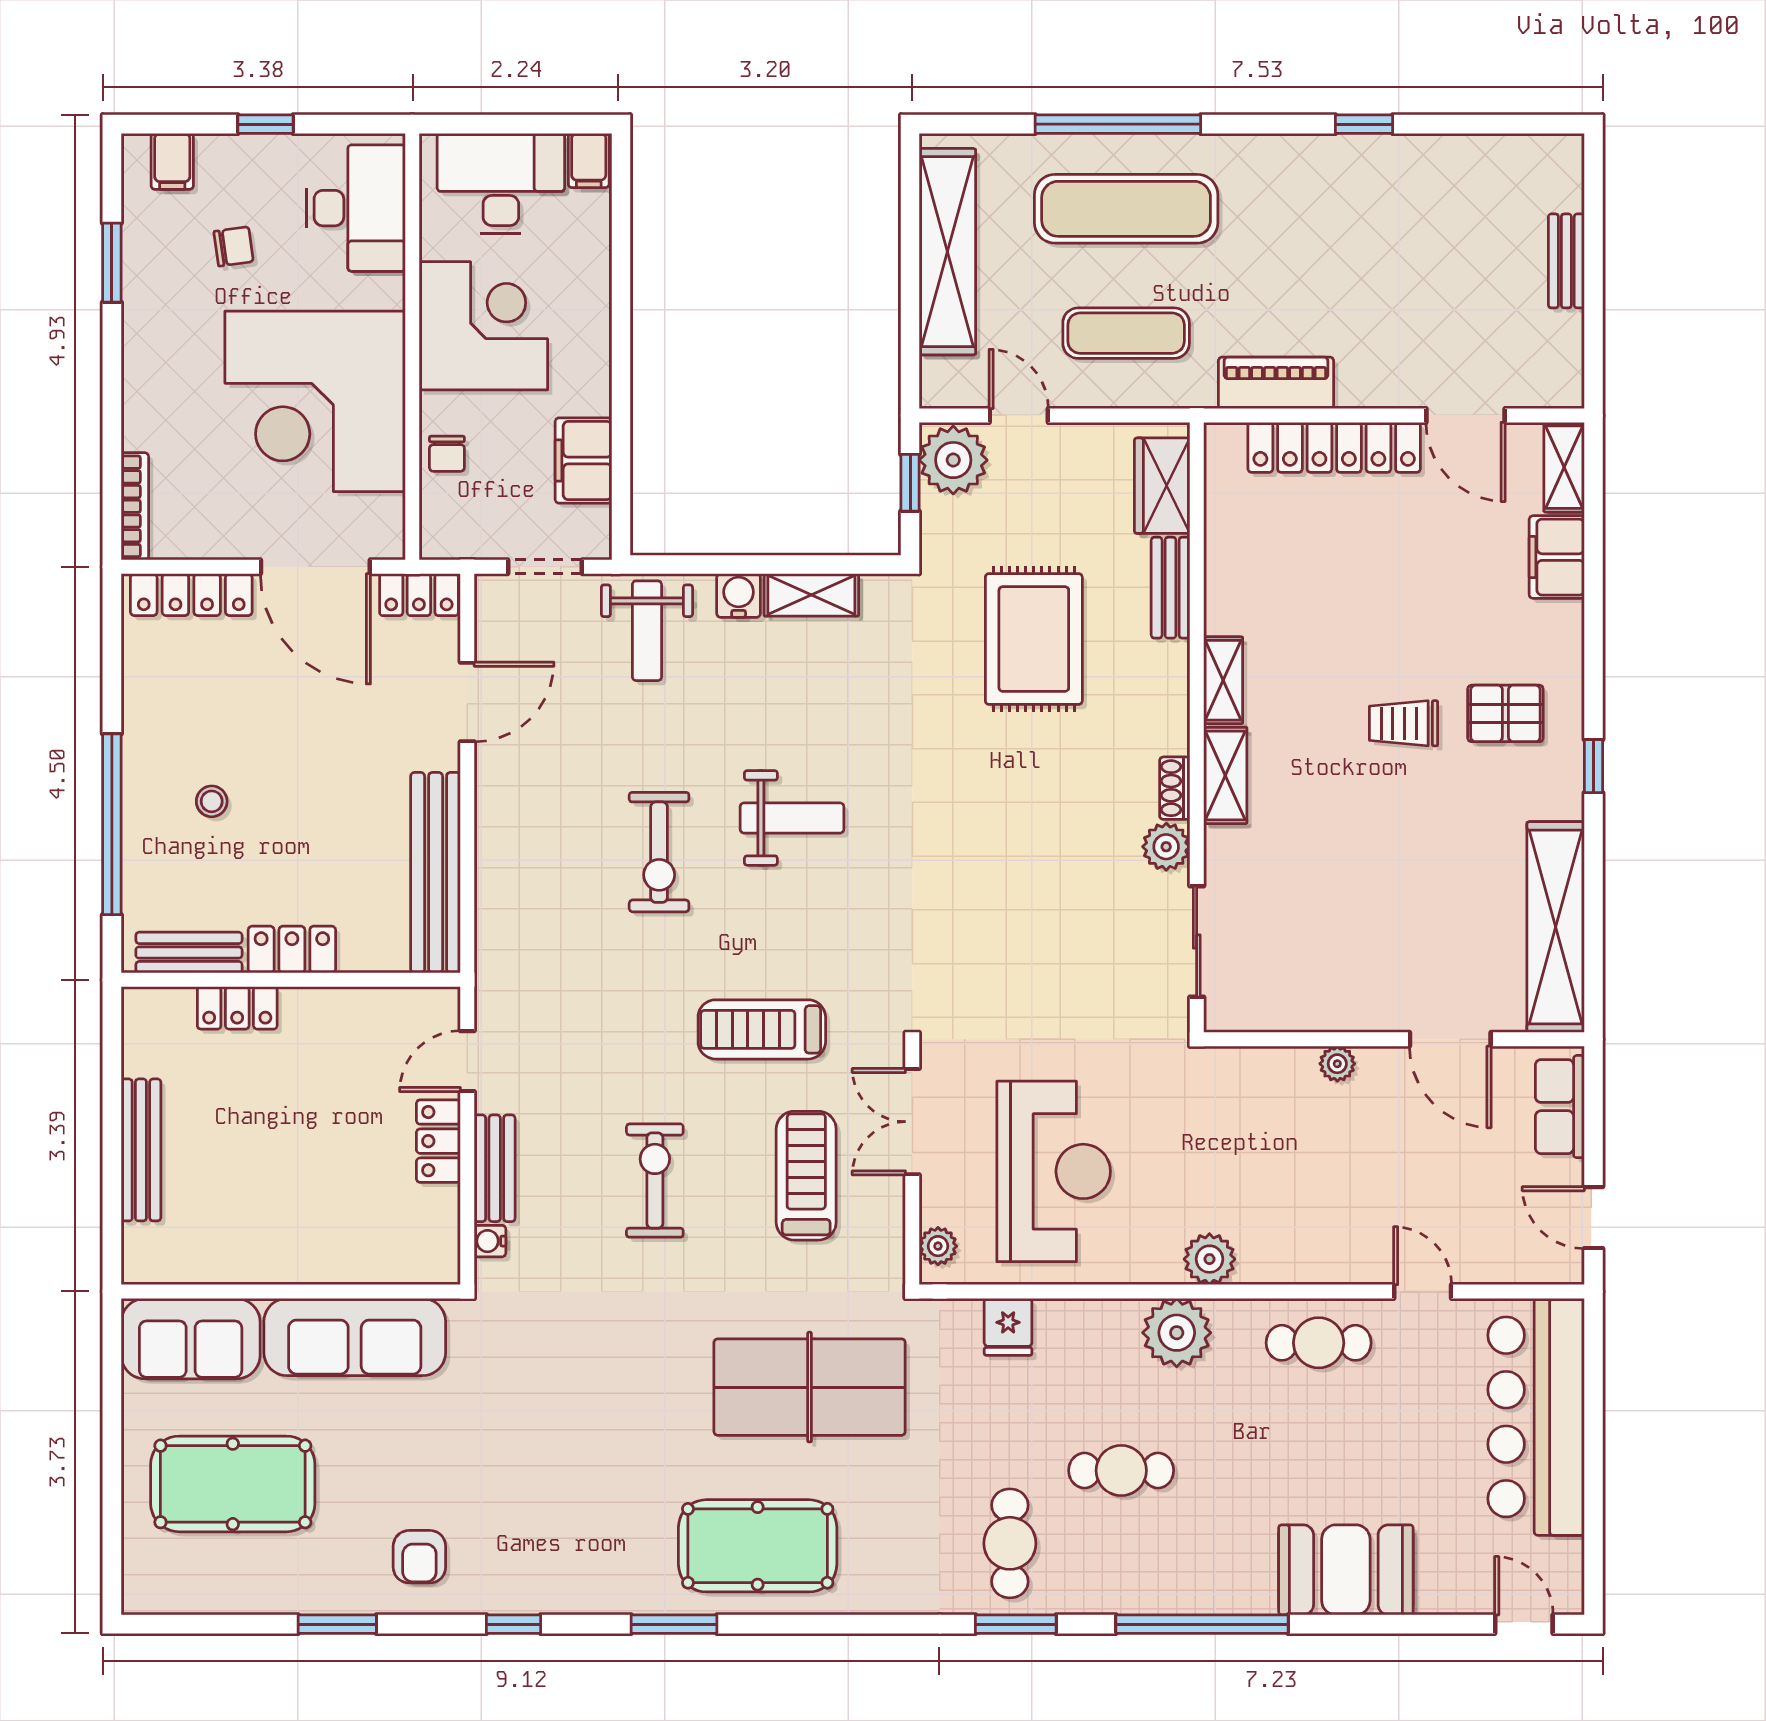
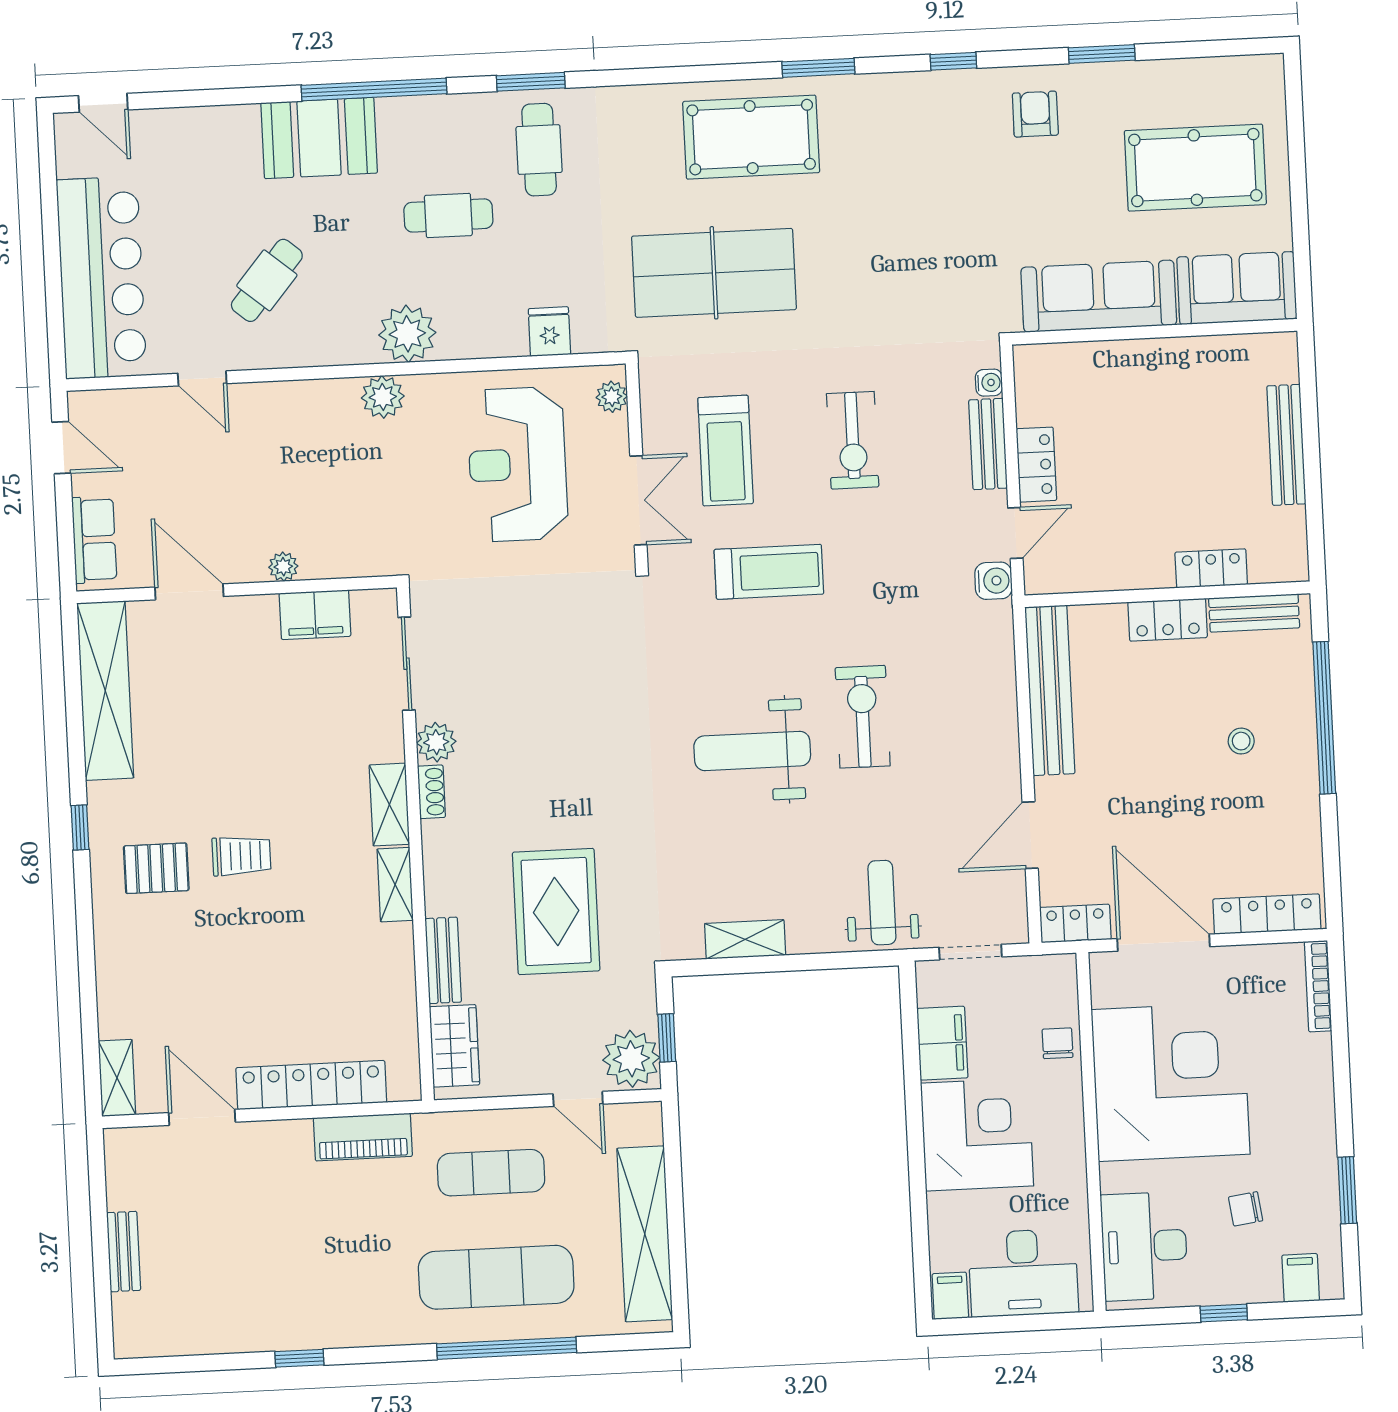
corner desk: (483, 326) -> (977, 1135), moved, turned 180
filing cabinet: (1557, 557) -> (315, 615), moved, turned 90
water cooler: (739, 596) -> (993, 581), moved, turned -90
weight bench: (792, 818) -> (752, 751), width x1.36, depth x1.33
cafe table: (1319, 1343) -> (267, 280), moved, turned -50
booth: (1346, 1570) -> (319, 138), moved

